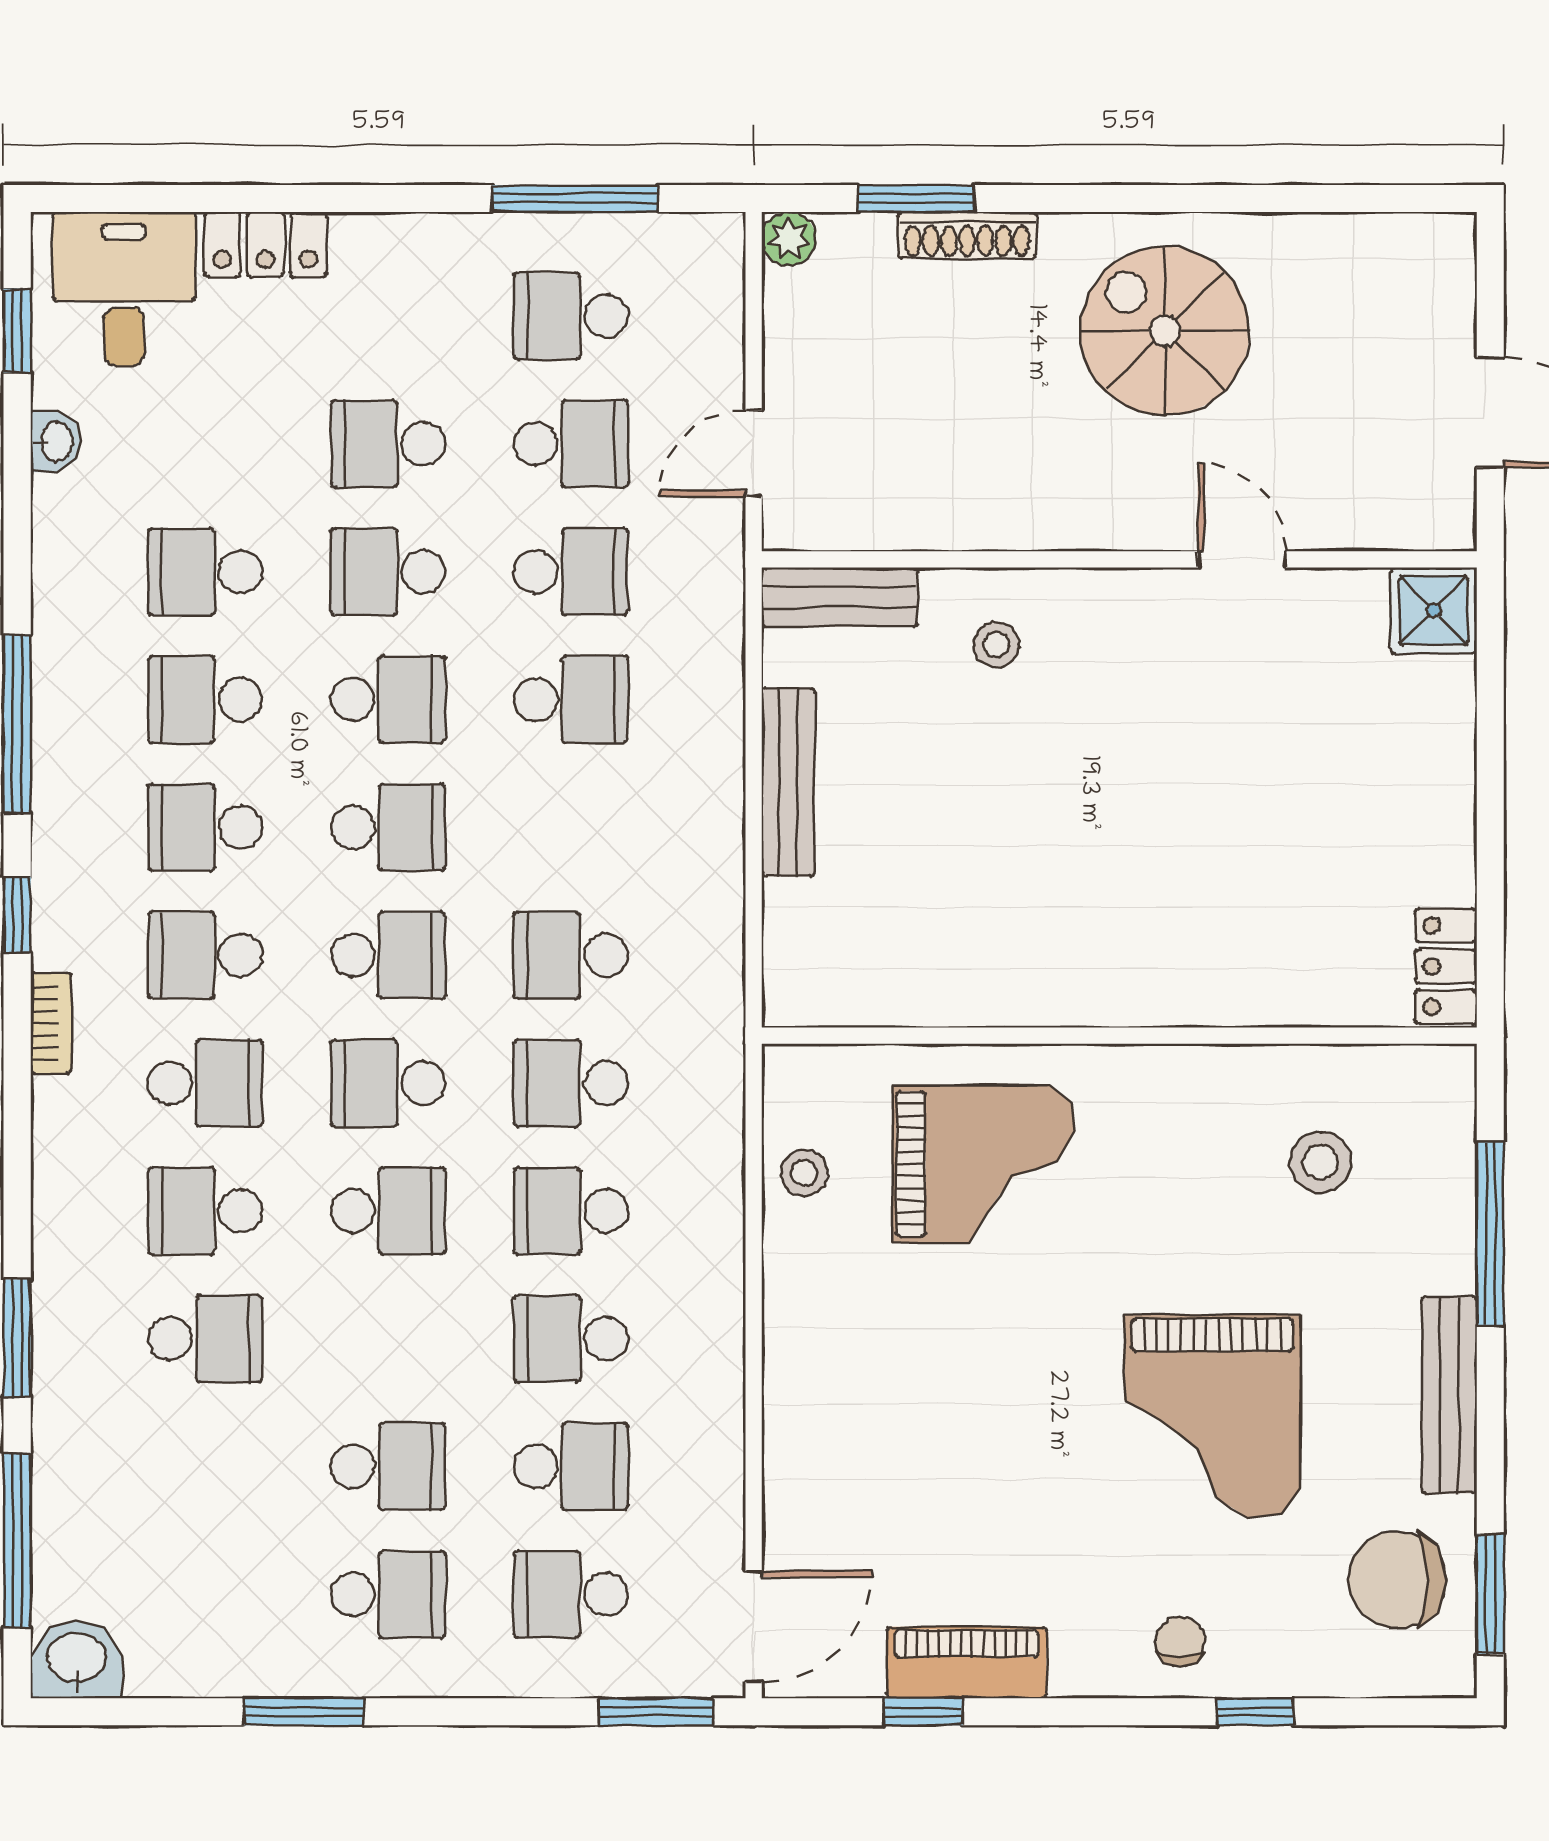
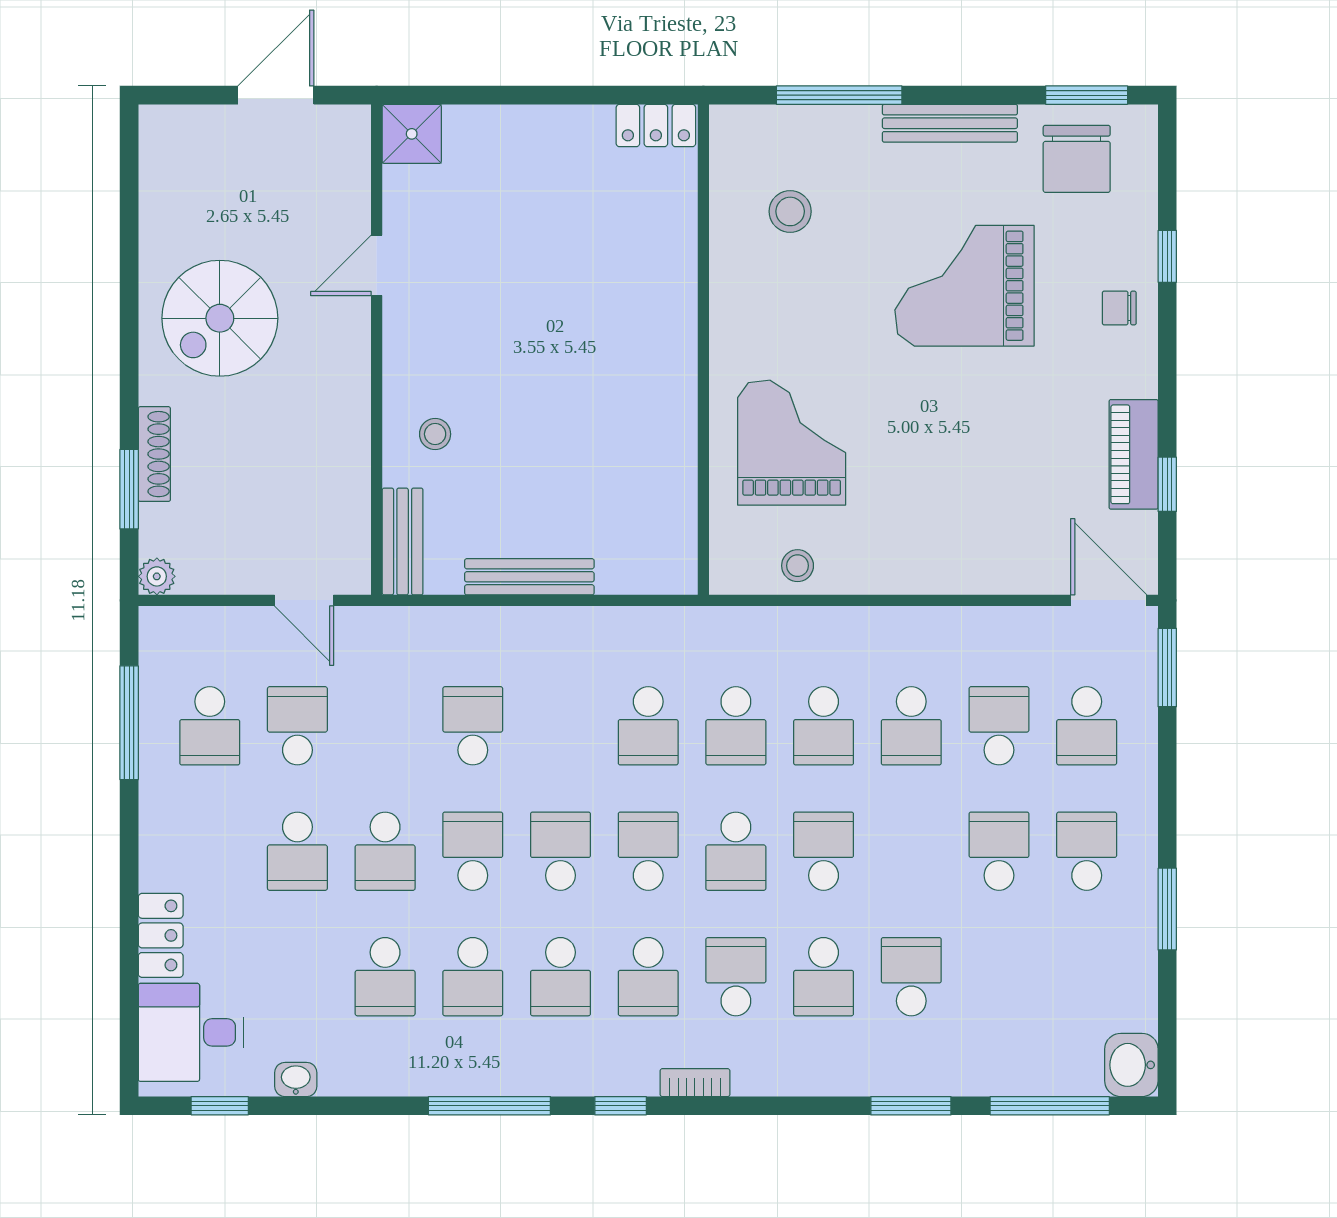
school desk: (571, 572) -> (385, 726), removed
grand piano: (1212, 1416) -> (964, 286), turned 180

